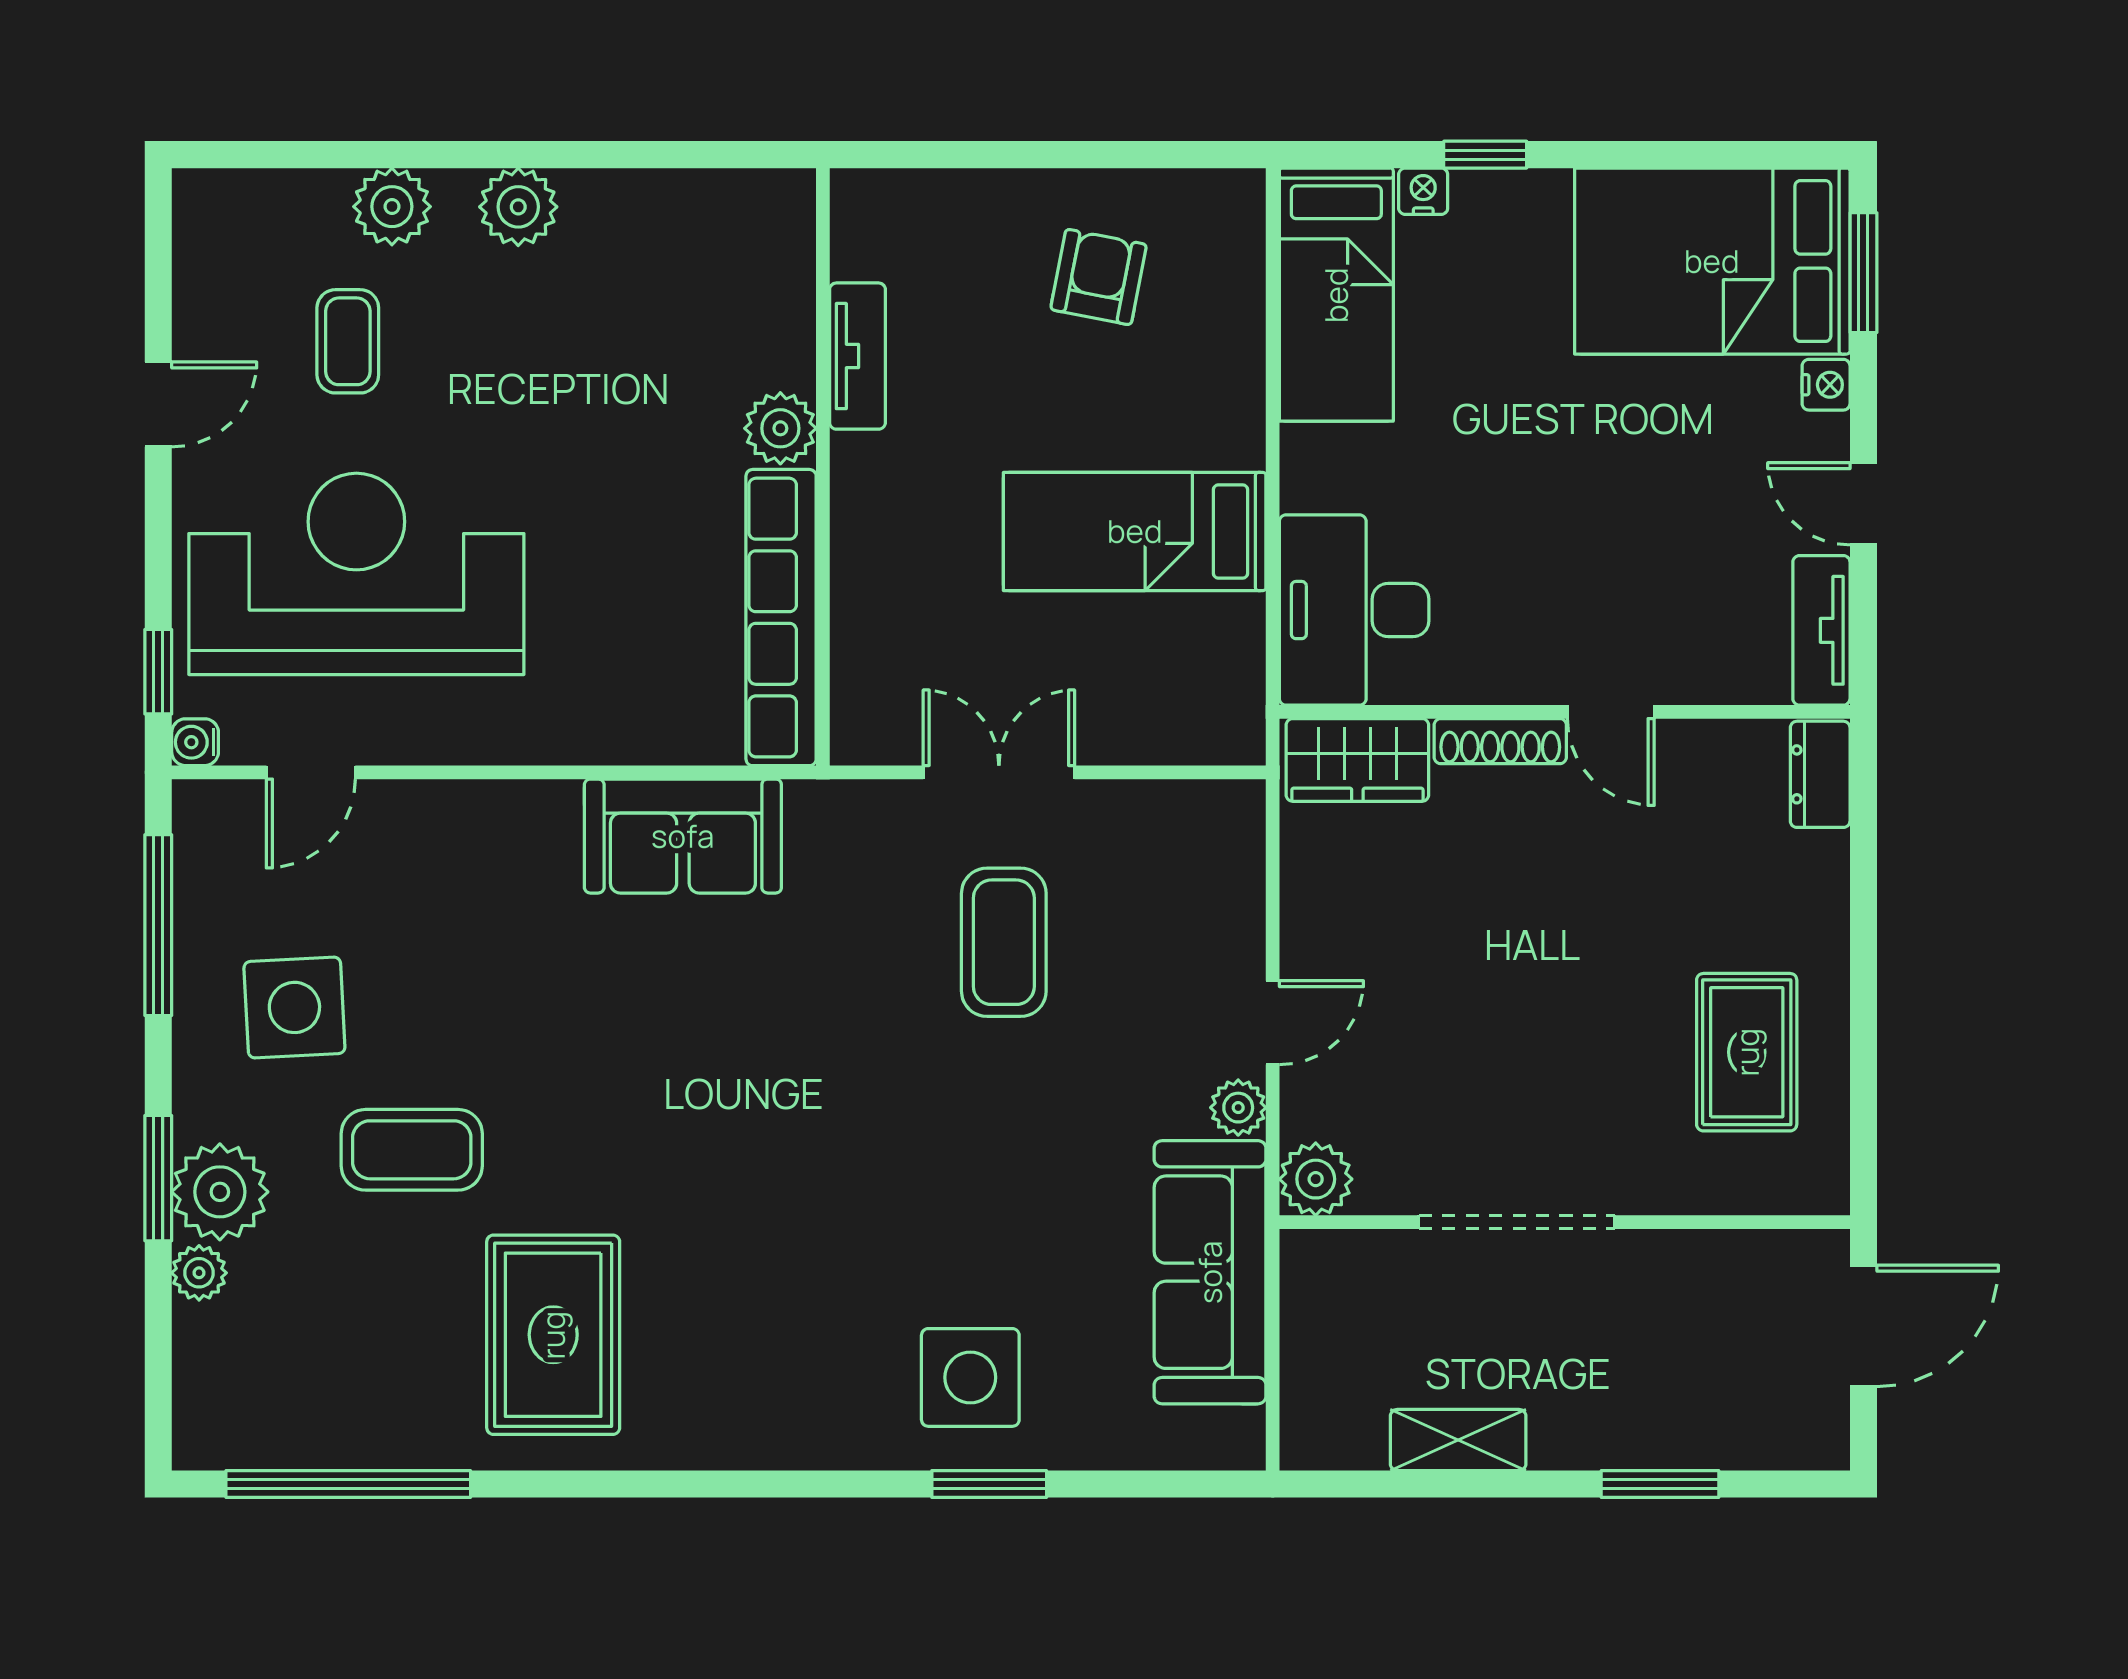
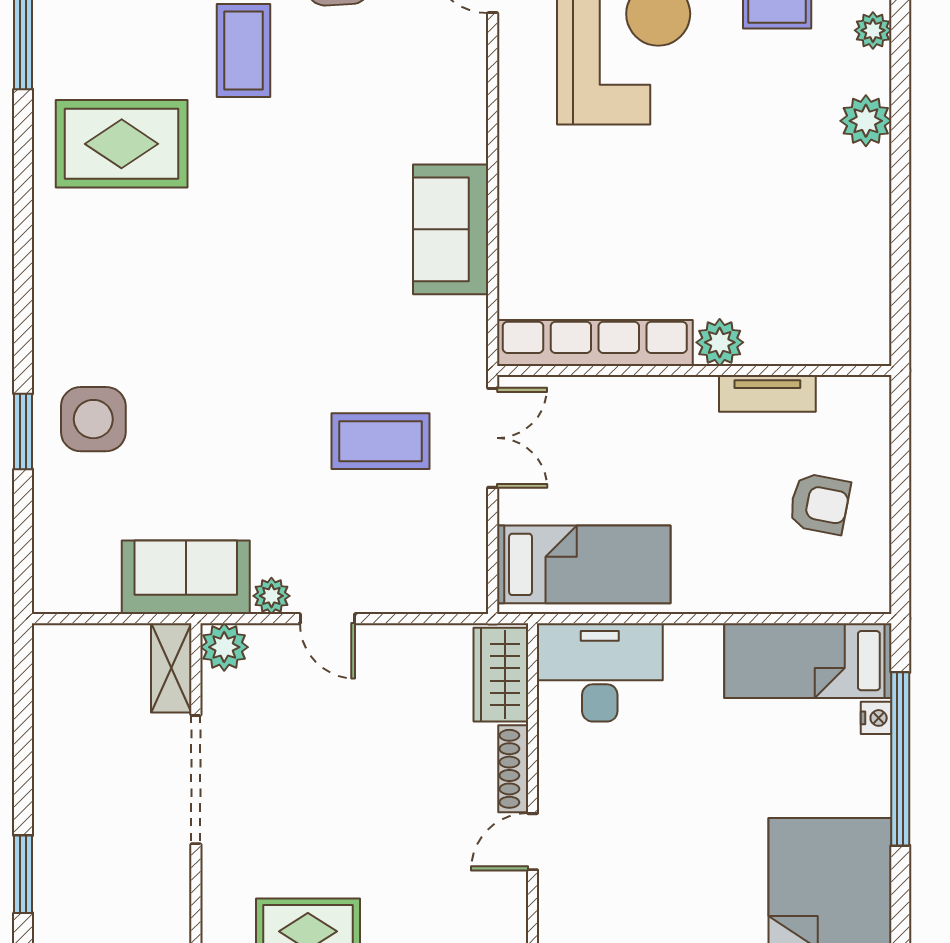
window: (1485, 155) -> (900, 759), width x3.17
plant: (392, 207) -> (873, 30), width x0.73, depth x0.73
tv unit: (857, 356) -> (767, 393), moved
plant: (780, 428) -> (720, 342), moved
wall: (823, 467) -> (694, 371), moved
bed: (1135, 531) -> (584, 564), moved, turned 90
row of seats: (781, 618) -> (595, 343), moved
sofa: (1210, 1272) -> (186, 577), width x0.73
shelving: (1458, 1440) -> (171, 668), moved

